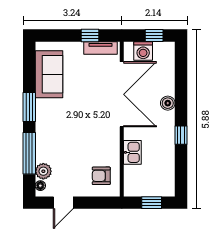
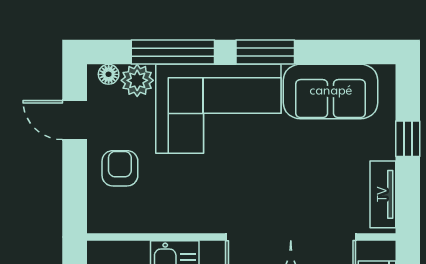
window: (90, 36) -> (408, 139), moved
corner sofa: (58, 131) -> (218, 109), added
armchair: (101, 176) -> (120, 168), moved

